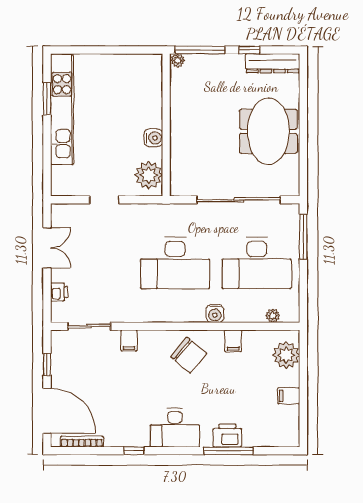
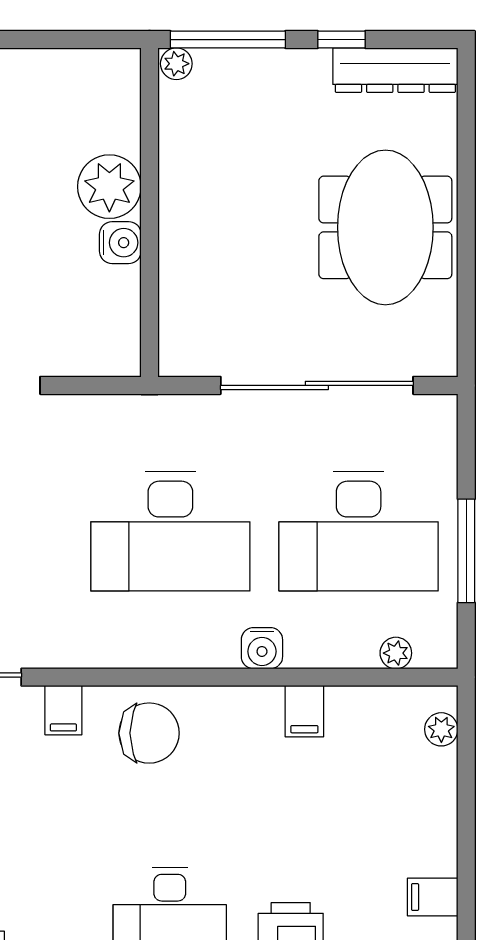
plant: (149, 175) -> (109, 187), moved
window: (303, 237) -> (466, 551), moved
chair: (189, 355) -> (149, 733), moved, turned -40
plant: (286, 355) -> (441, 729), width x0.53, depth x0.53
filing cabinet: (289, 396) -> (433, 897), moved

